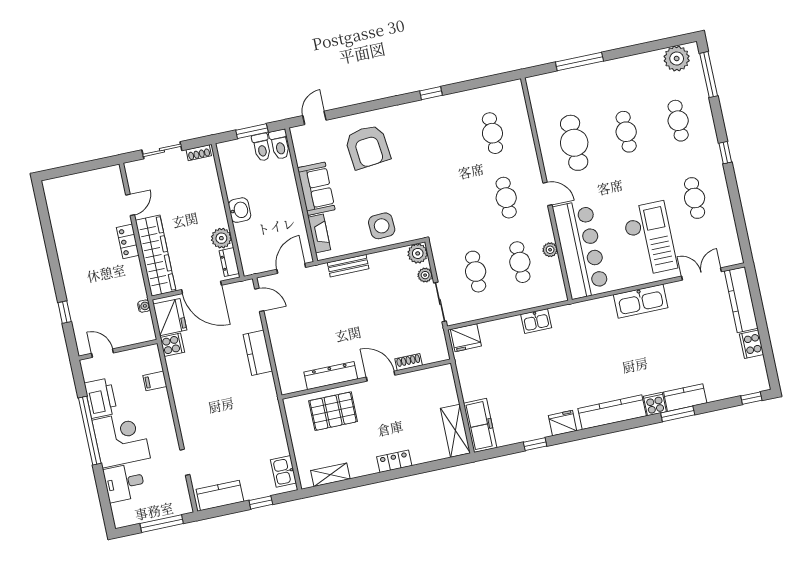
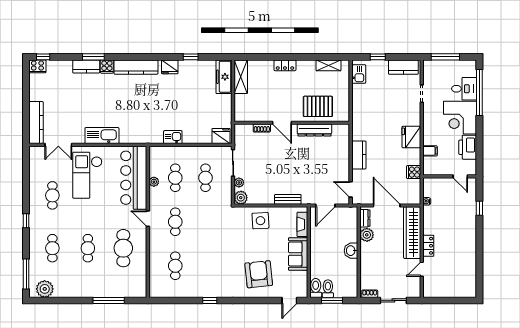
fridge: (170, 317) -> (411, 137), moved
cooker: (751, 344) -> (37, 66), moved, turned 90
window: (90, 431) -> (479, 92), moved

